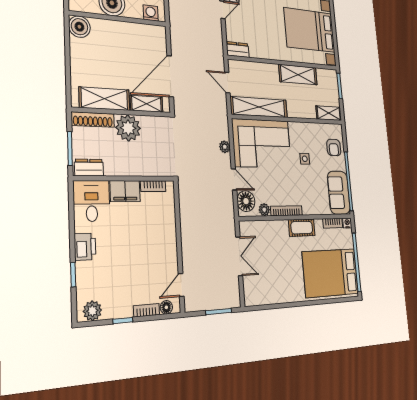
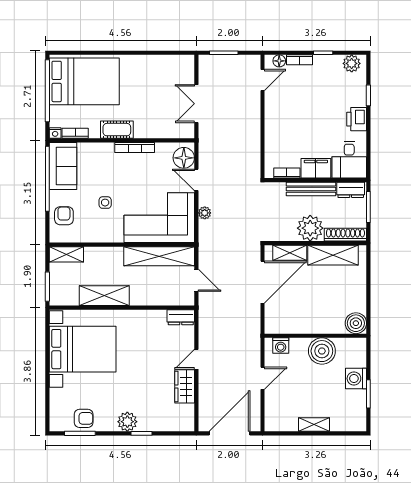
bench: (129, 169) -> (311, 189), added
plant: (264, 210) -> (162, 149), removed

